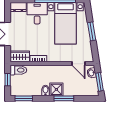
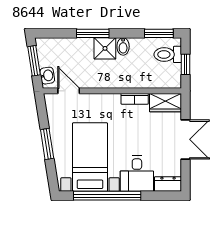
toilet: (18, 70) -> (168, 54), moved

